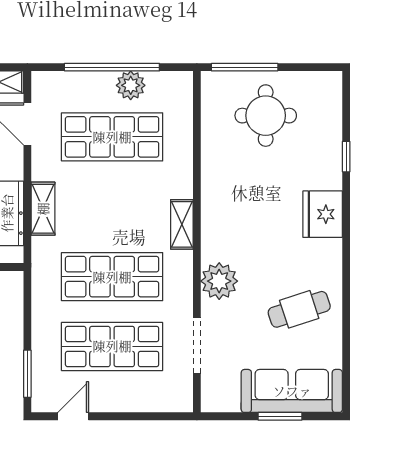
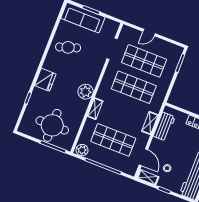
plant: (131, 85) -> (82, 150), moved
round table: (266, 116) -> (52, 125), width x1.36, depth x1.36
shelving: (182, 224) -> (95, 109), moved
plant: (219, 281) -> (86, 92), moved
door: (73, 416) -> (149, 33), moved

